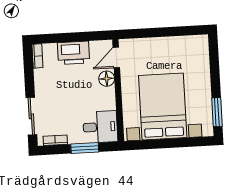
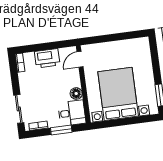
floor lamp: (107, 79) -> (76, 93), moved

